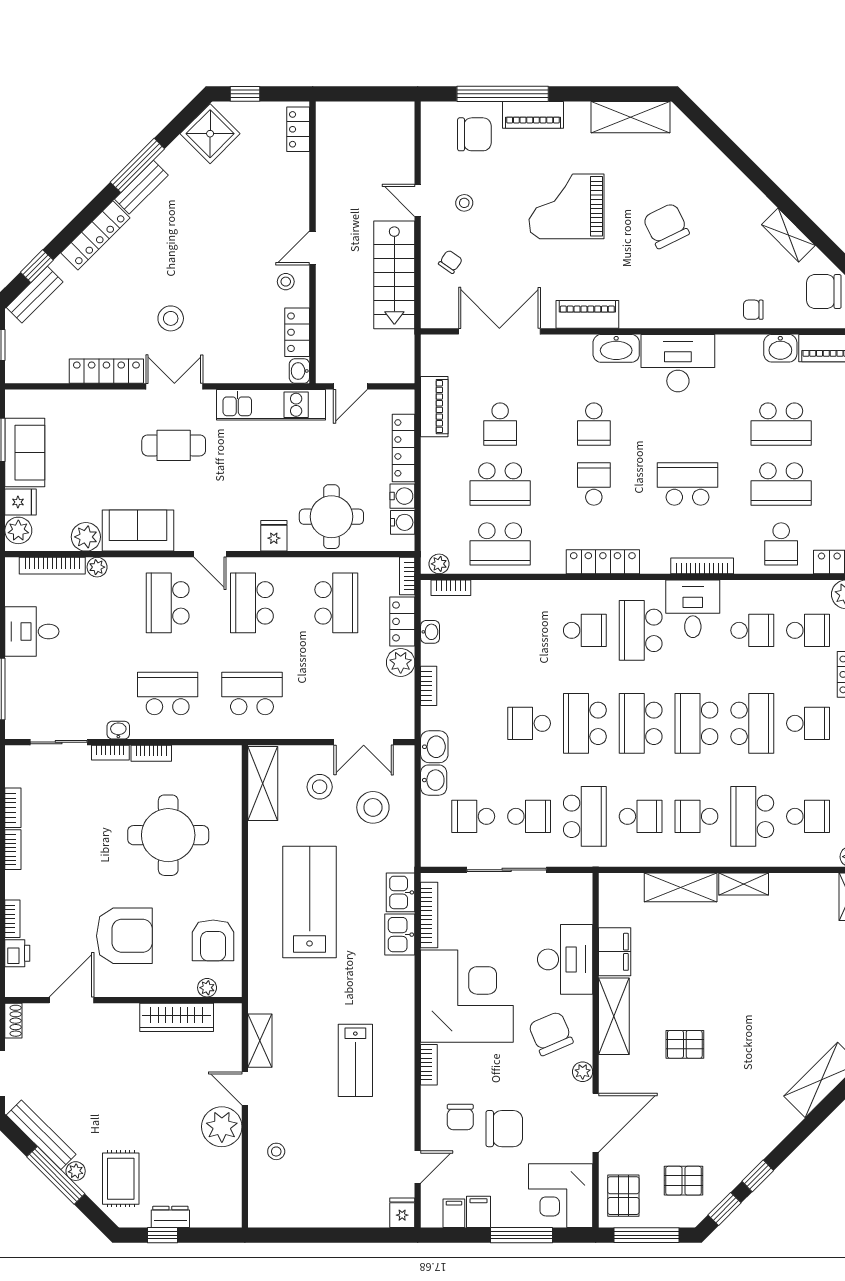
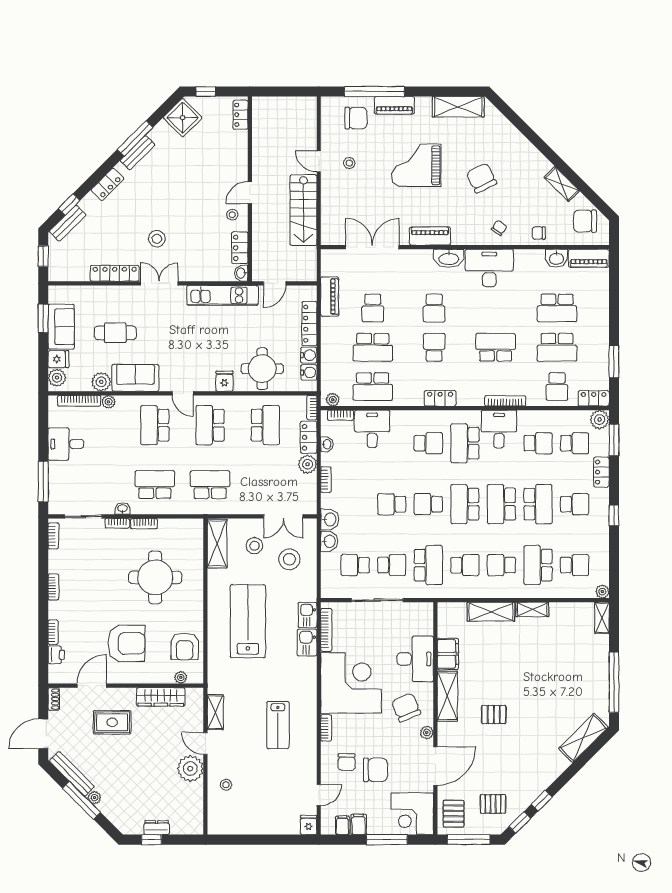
locker: (95, 235) -> (107, 184), width x0.66
chair: (450, 262) -> (499, 228), moved
cafe table: (174, 445) -> (115, 333), moved
locker: (603, 562) -> (440, 398), width x0.66
desk: (499, 608) -> (372, 429), added
school desk: (585, 723) -> (428, 504), width x0.54
bookcase: (13, 808) -> (53, 536), moved
rug: (121, 1179) -> (112, 722), moved, turned 90

